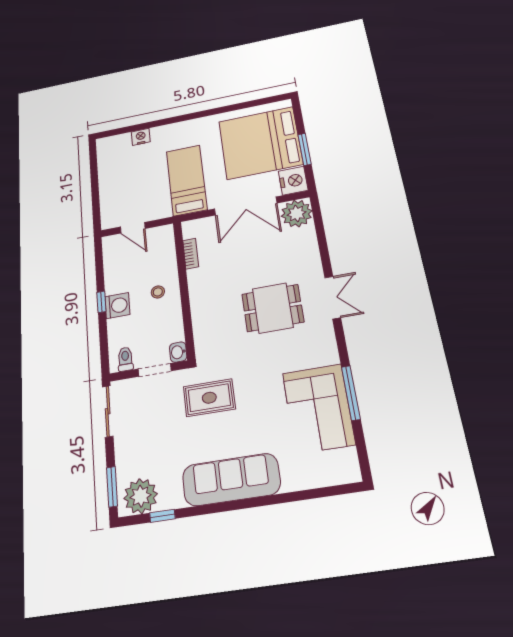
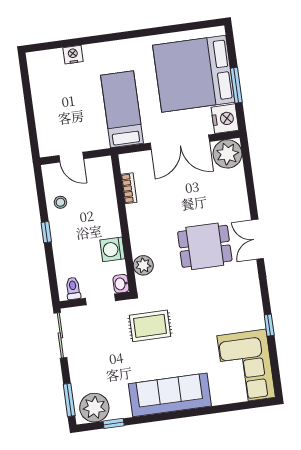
stool: (158, 292) -> (60, 202), moved
double door: (333, 298) -> (257, 239), swing flipped
washing machine: (117, 305) -> (112, 249), moved, turned 180
plant: (204, 331) -> (143, 265), added
window: (351, 393) -> (269, 325), width x0.46
corner sofa: (318, 408) -> (246, 367), moved

